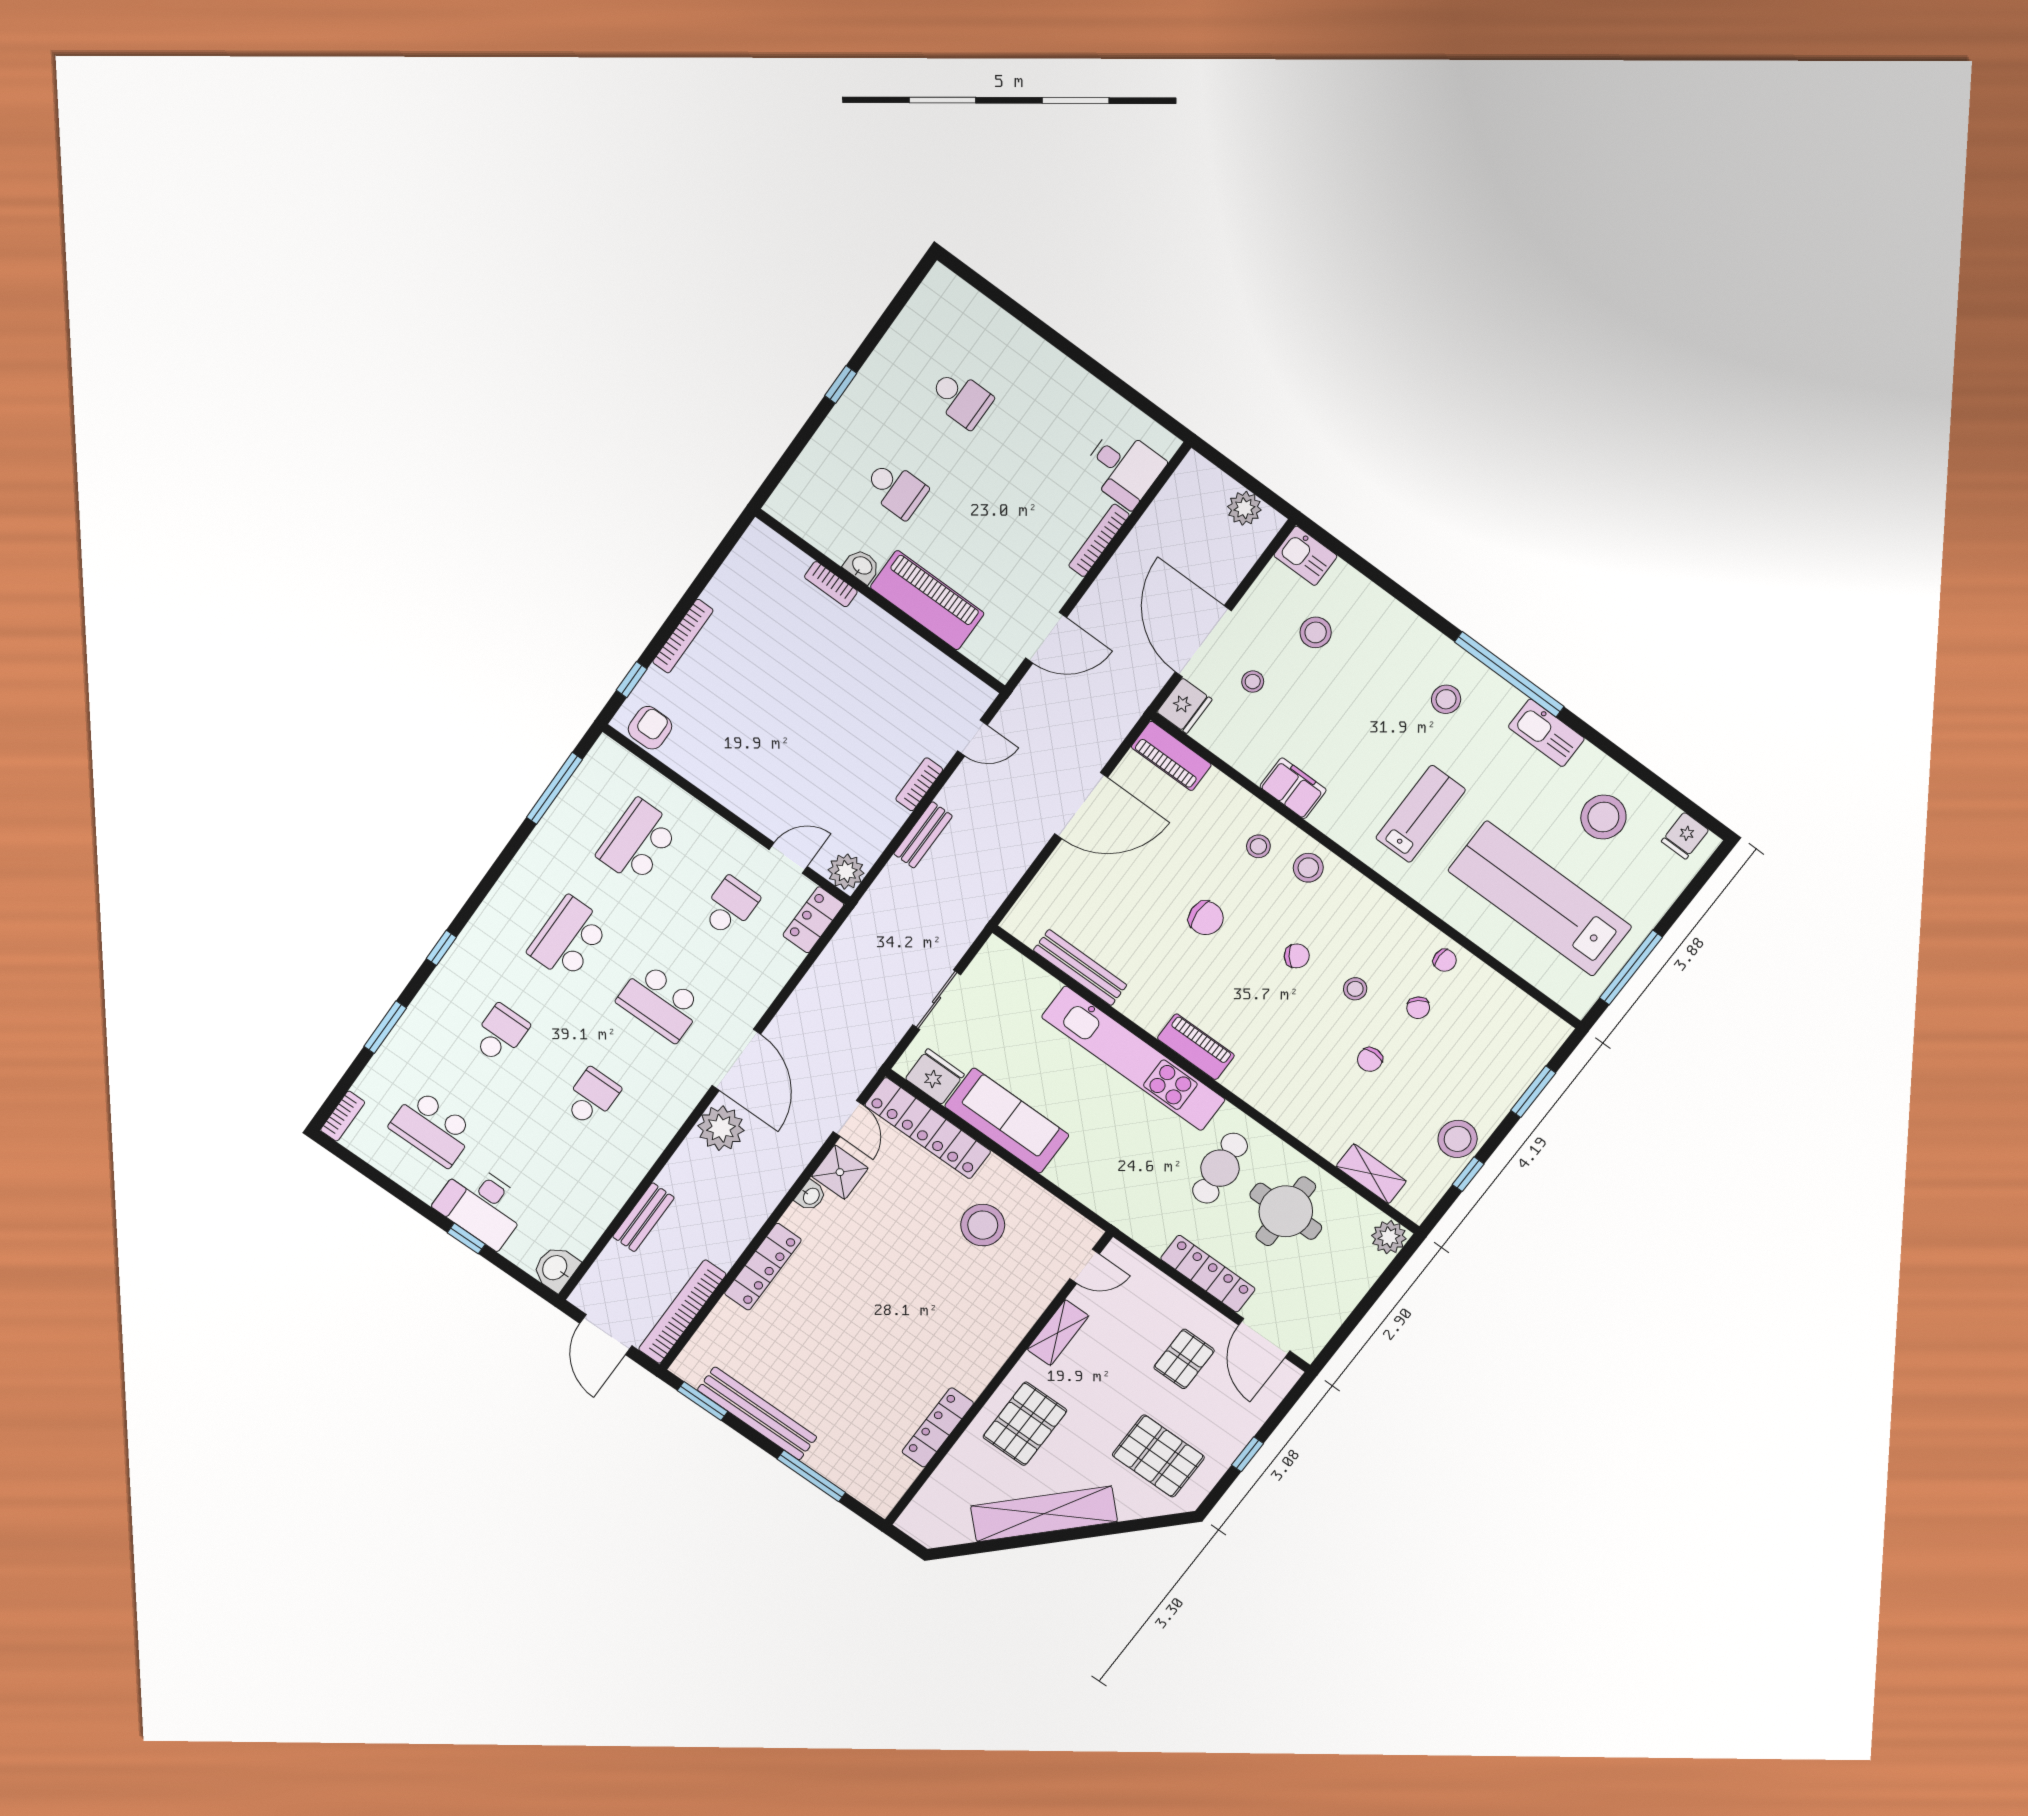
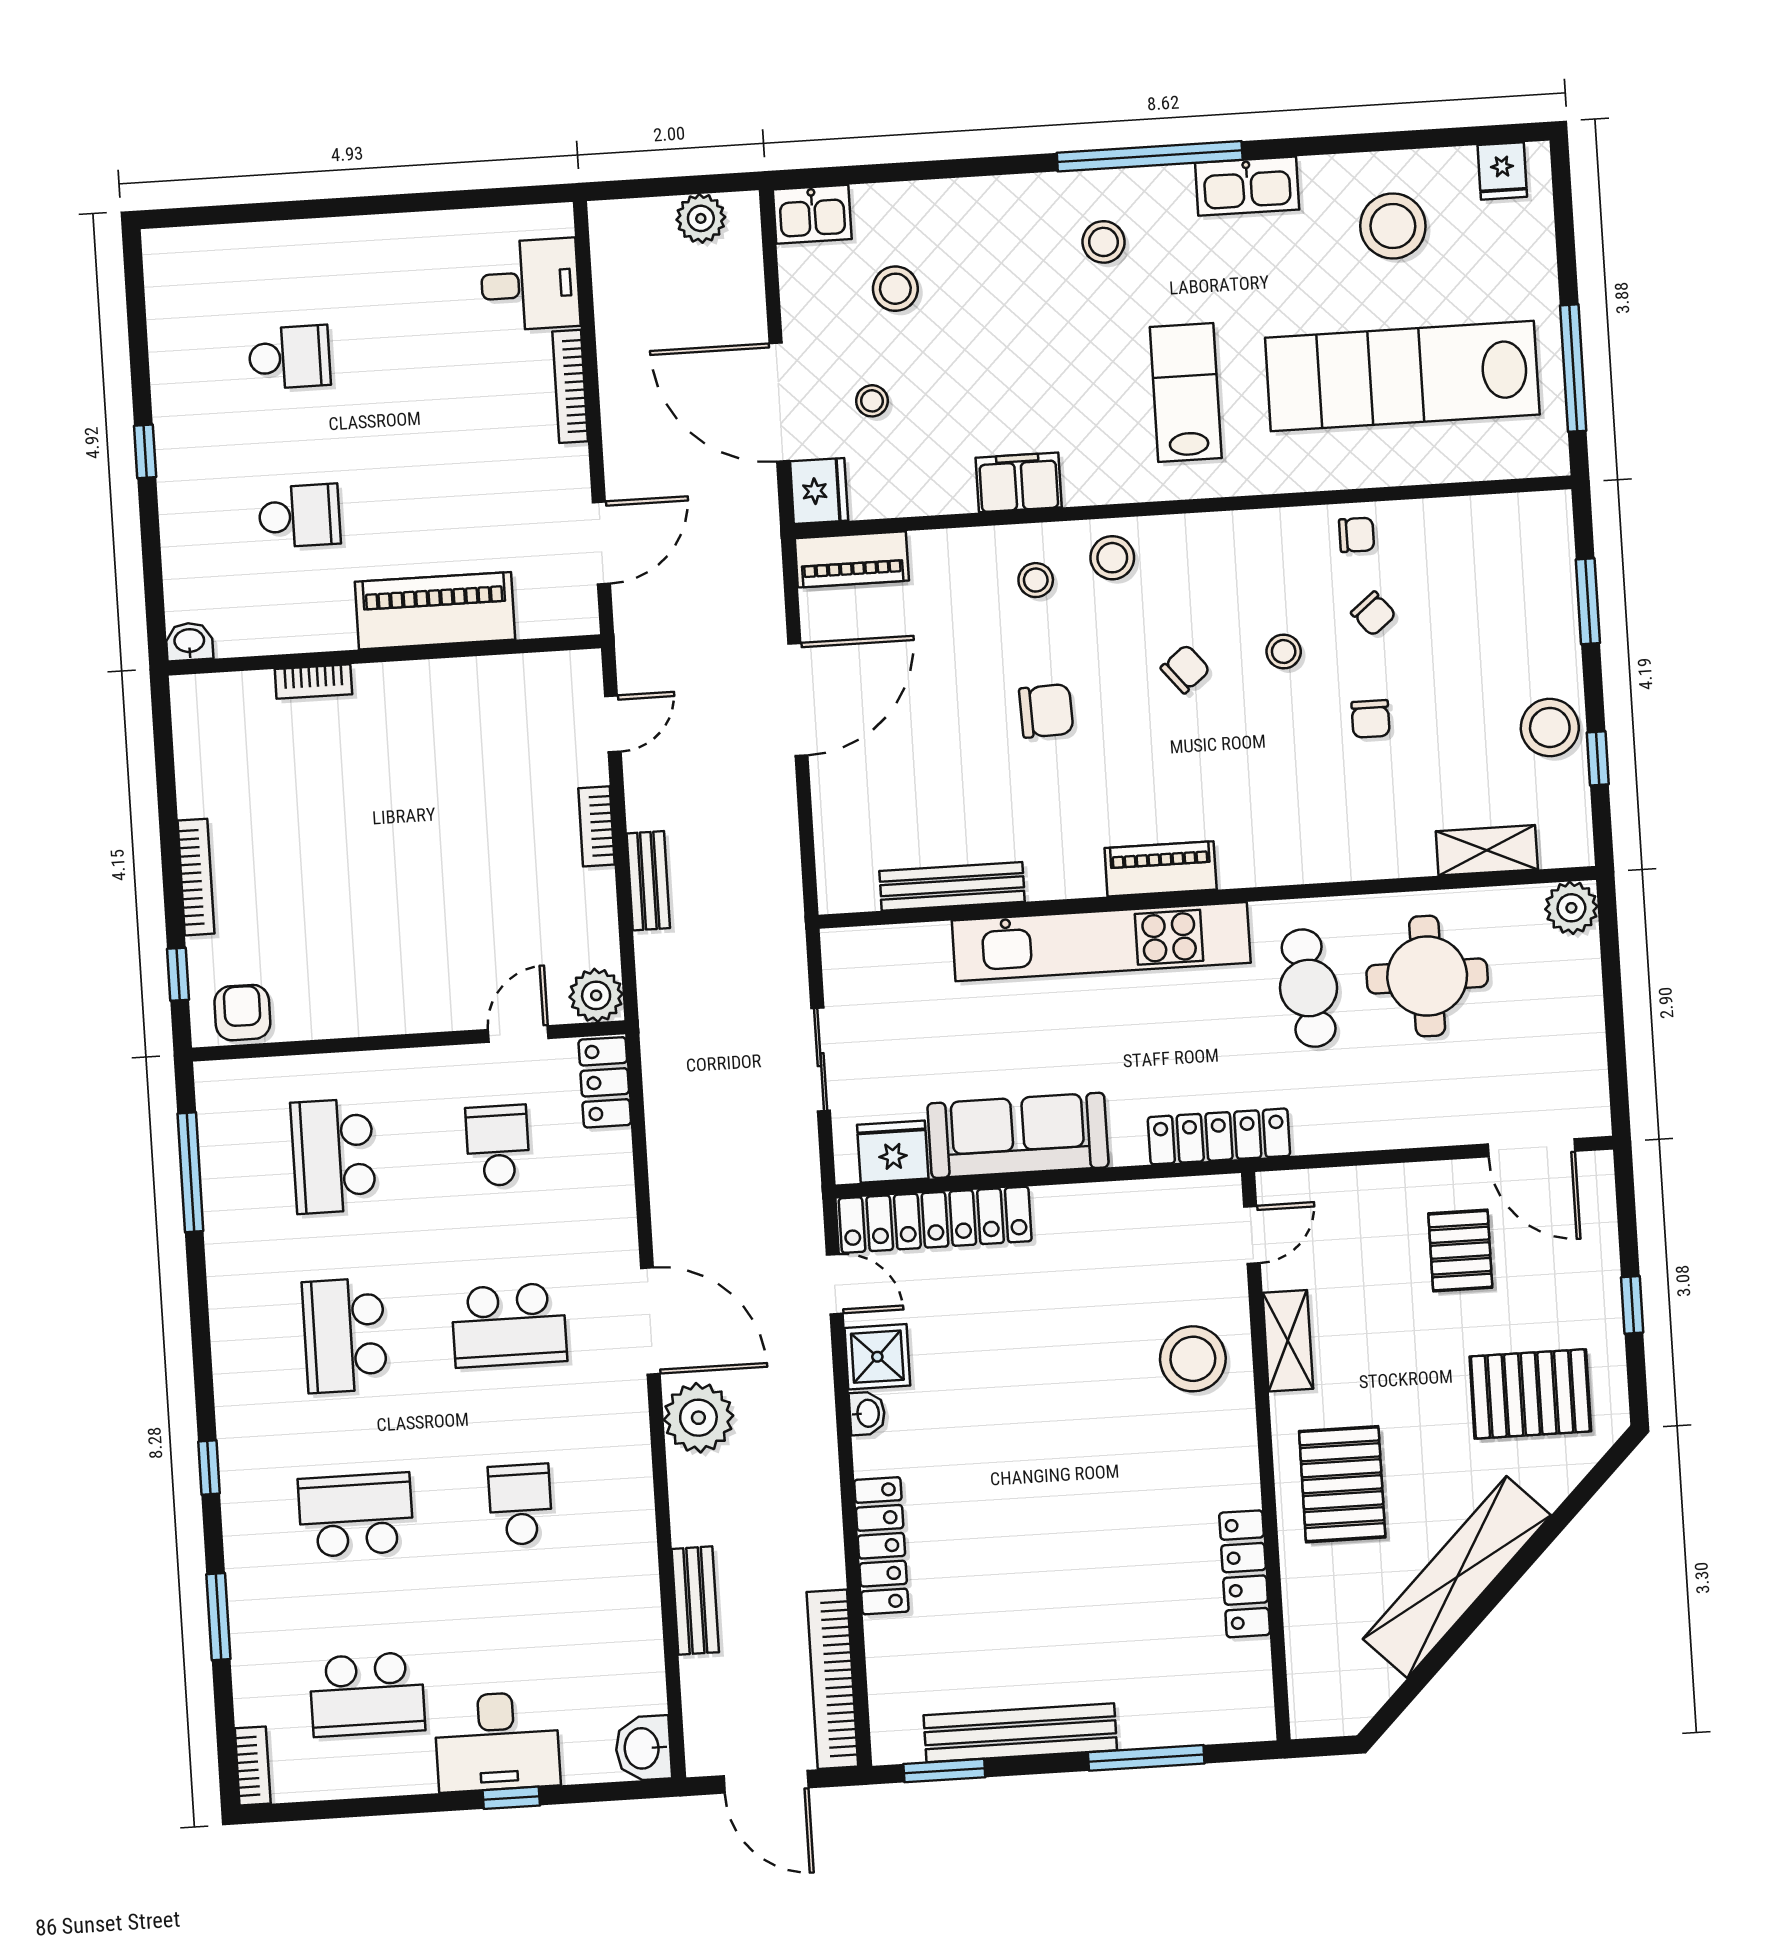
washbasin: (862, 566) -> (189, 642), moved
school desk: (500, 1034) -> (356, 1515), width x1.85
stool: (983, 1225) -> (1193, 1359), moved
locker: (1208, 1274) -> (1219, 1136), moved

